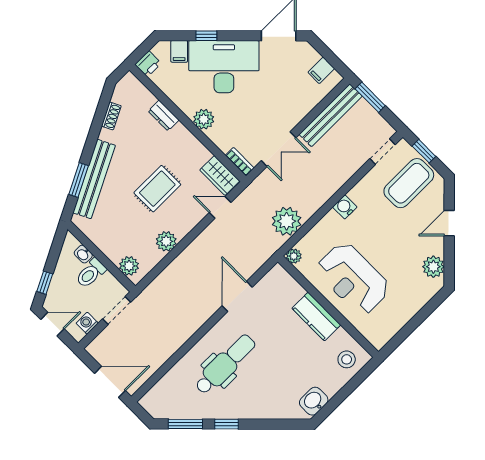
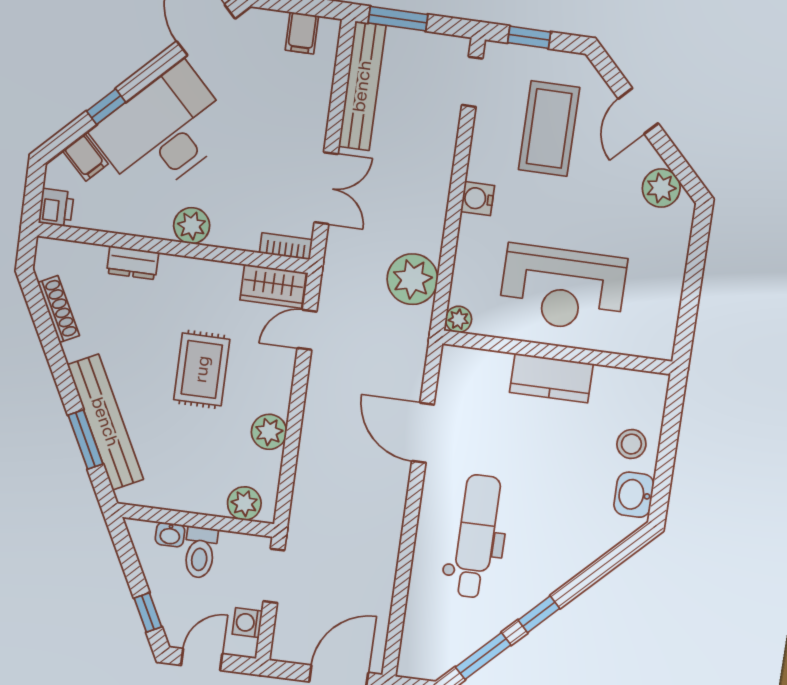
shoe rack: (111, 116) -> (59, 309), width x1.43
coffee table: (409, 183) -> (549, 129), moved
stool: (347, 359) -> (631, 444), moved

